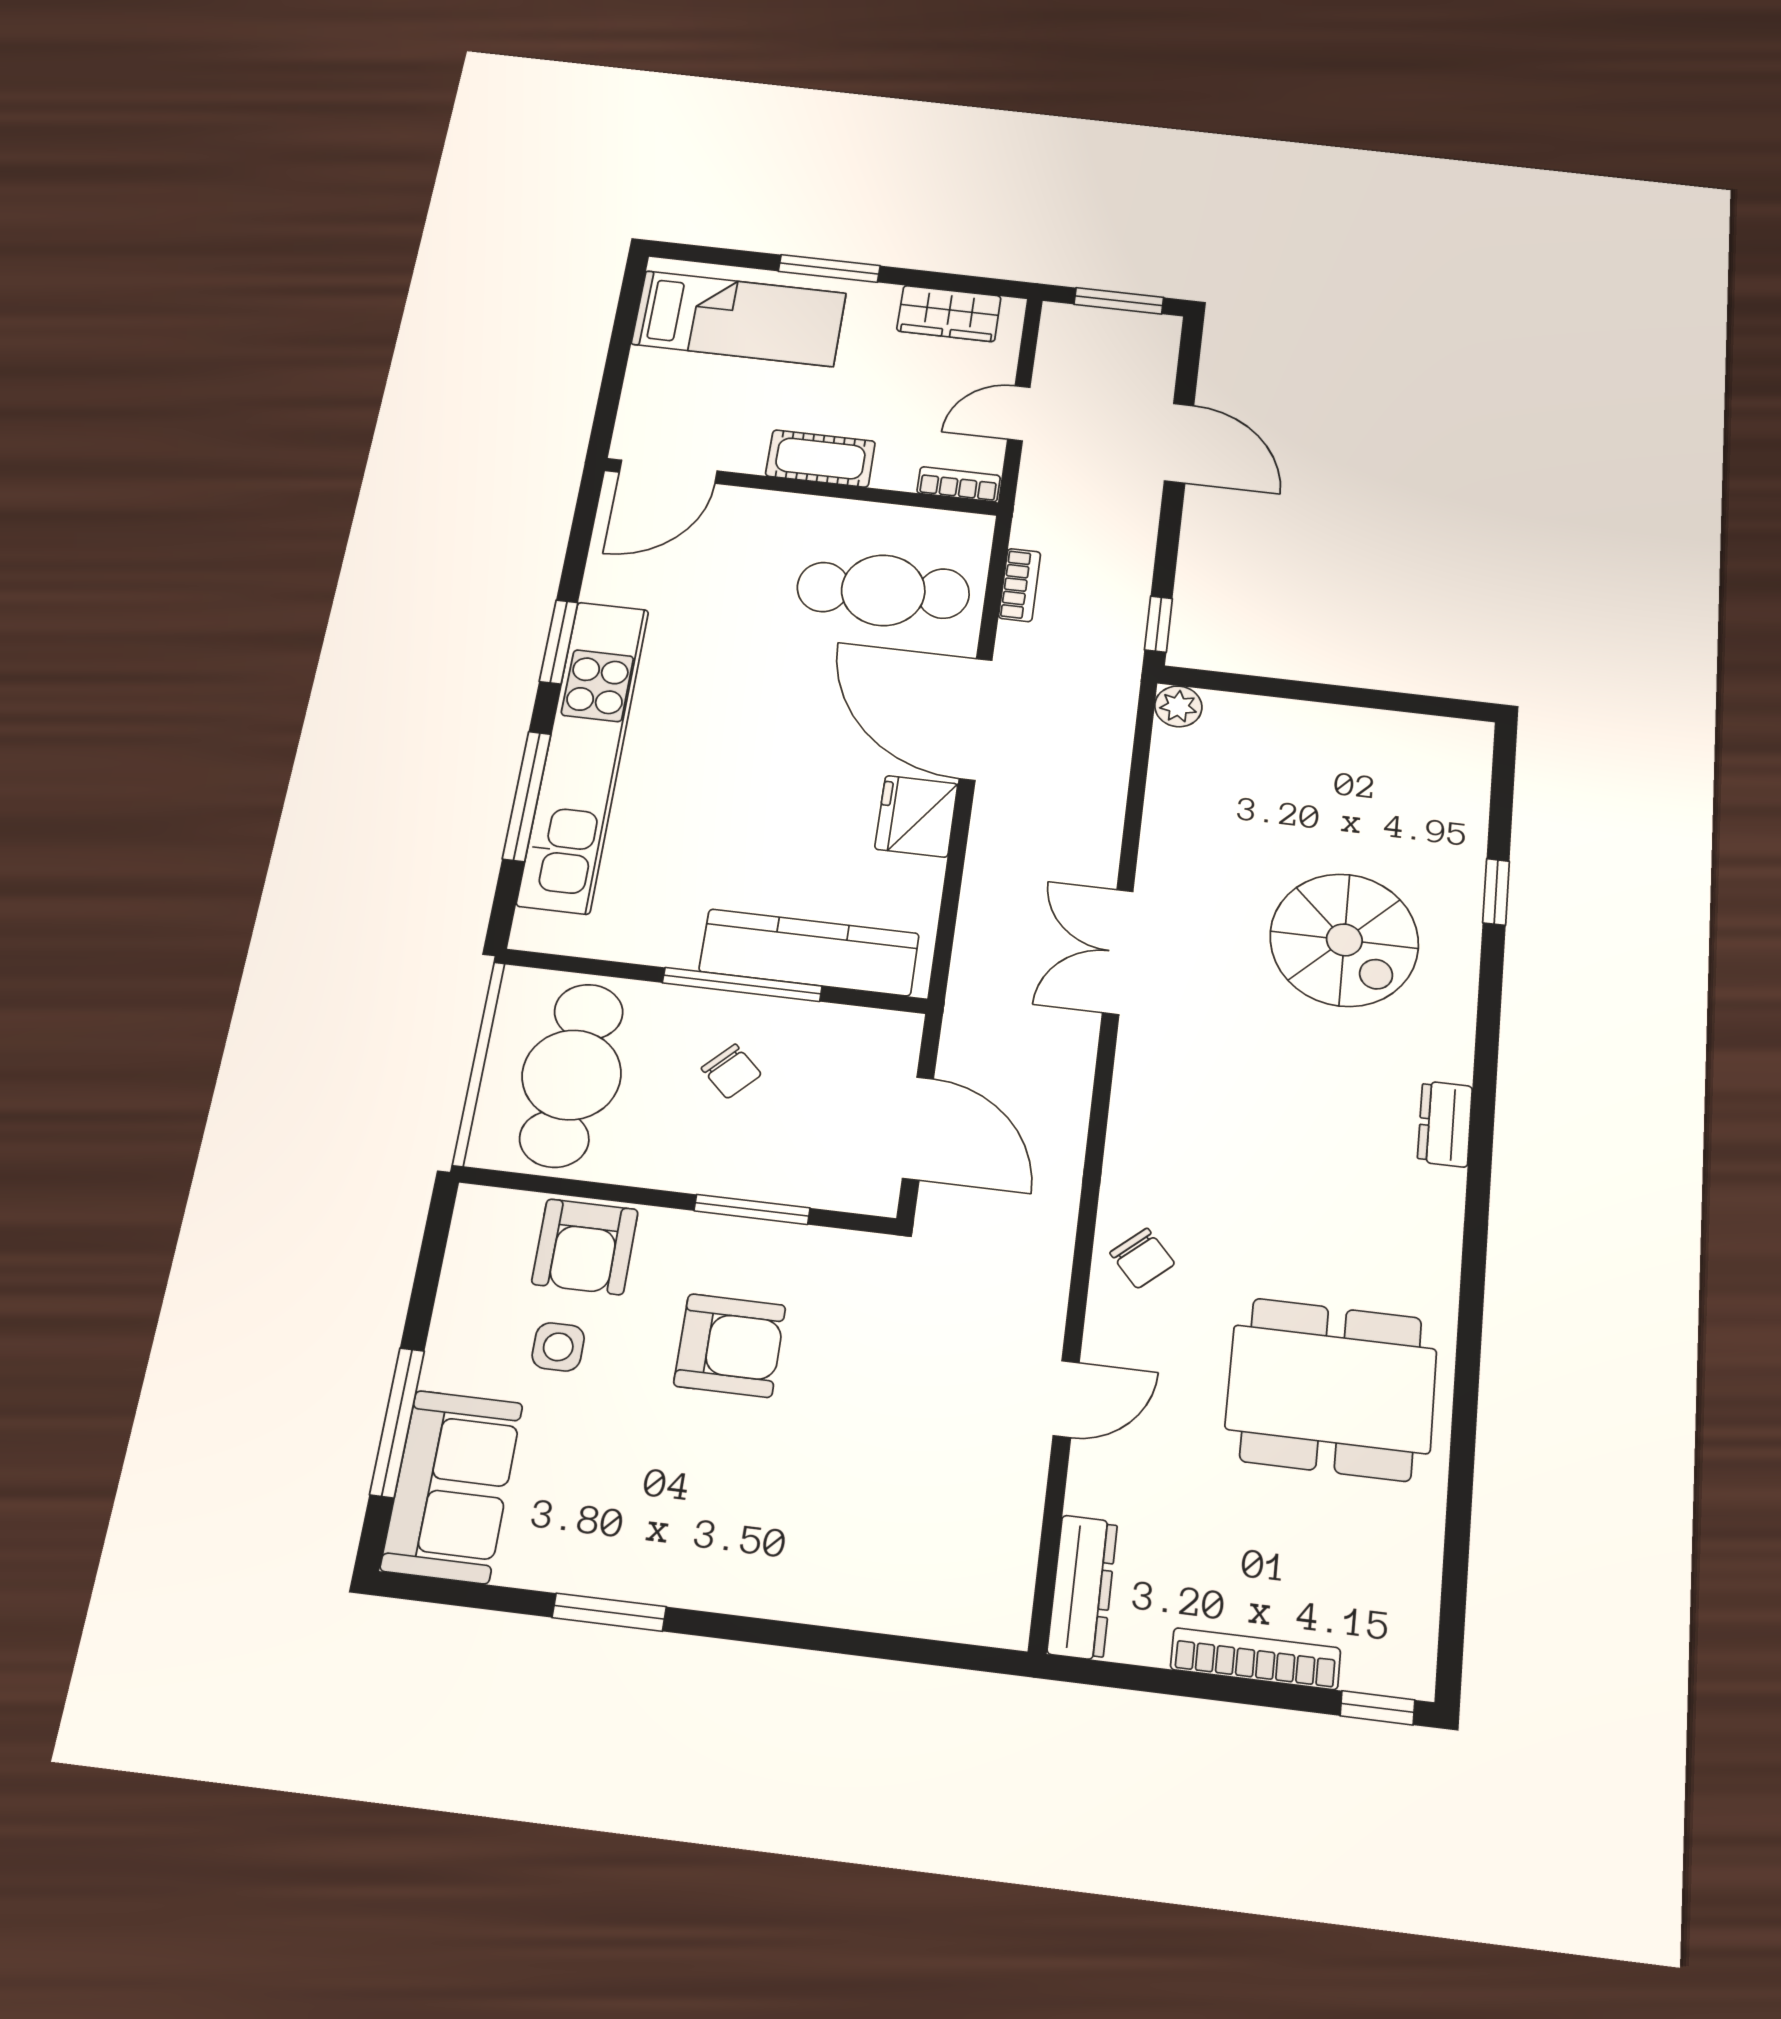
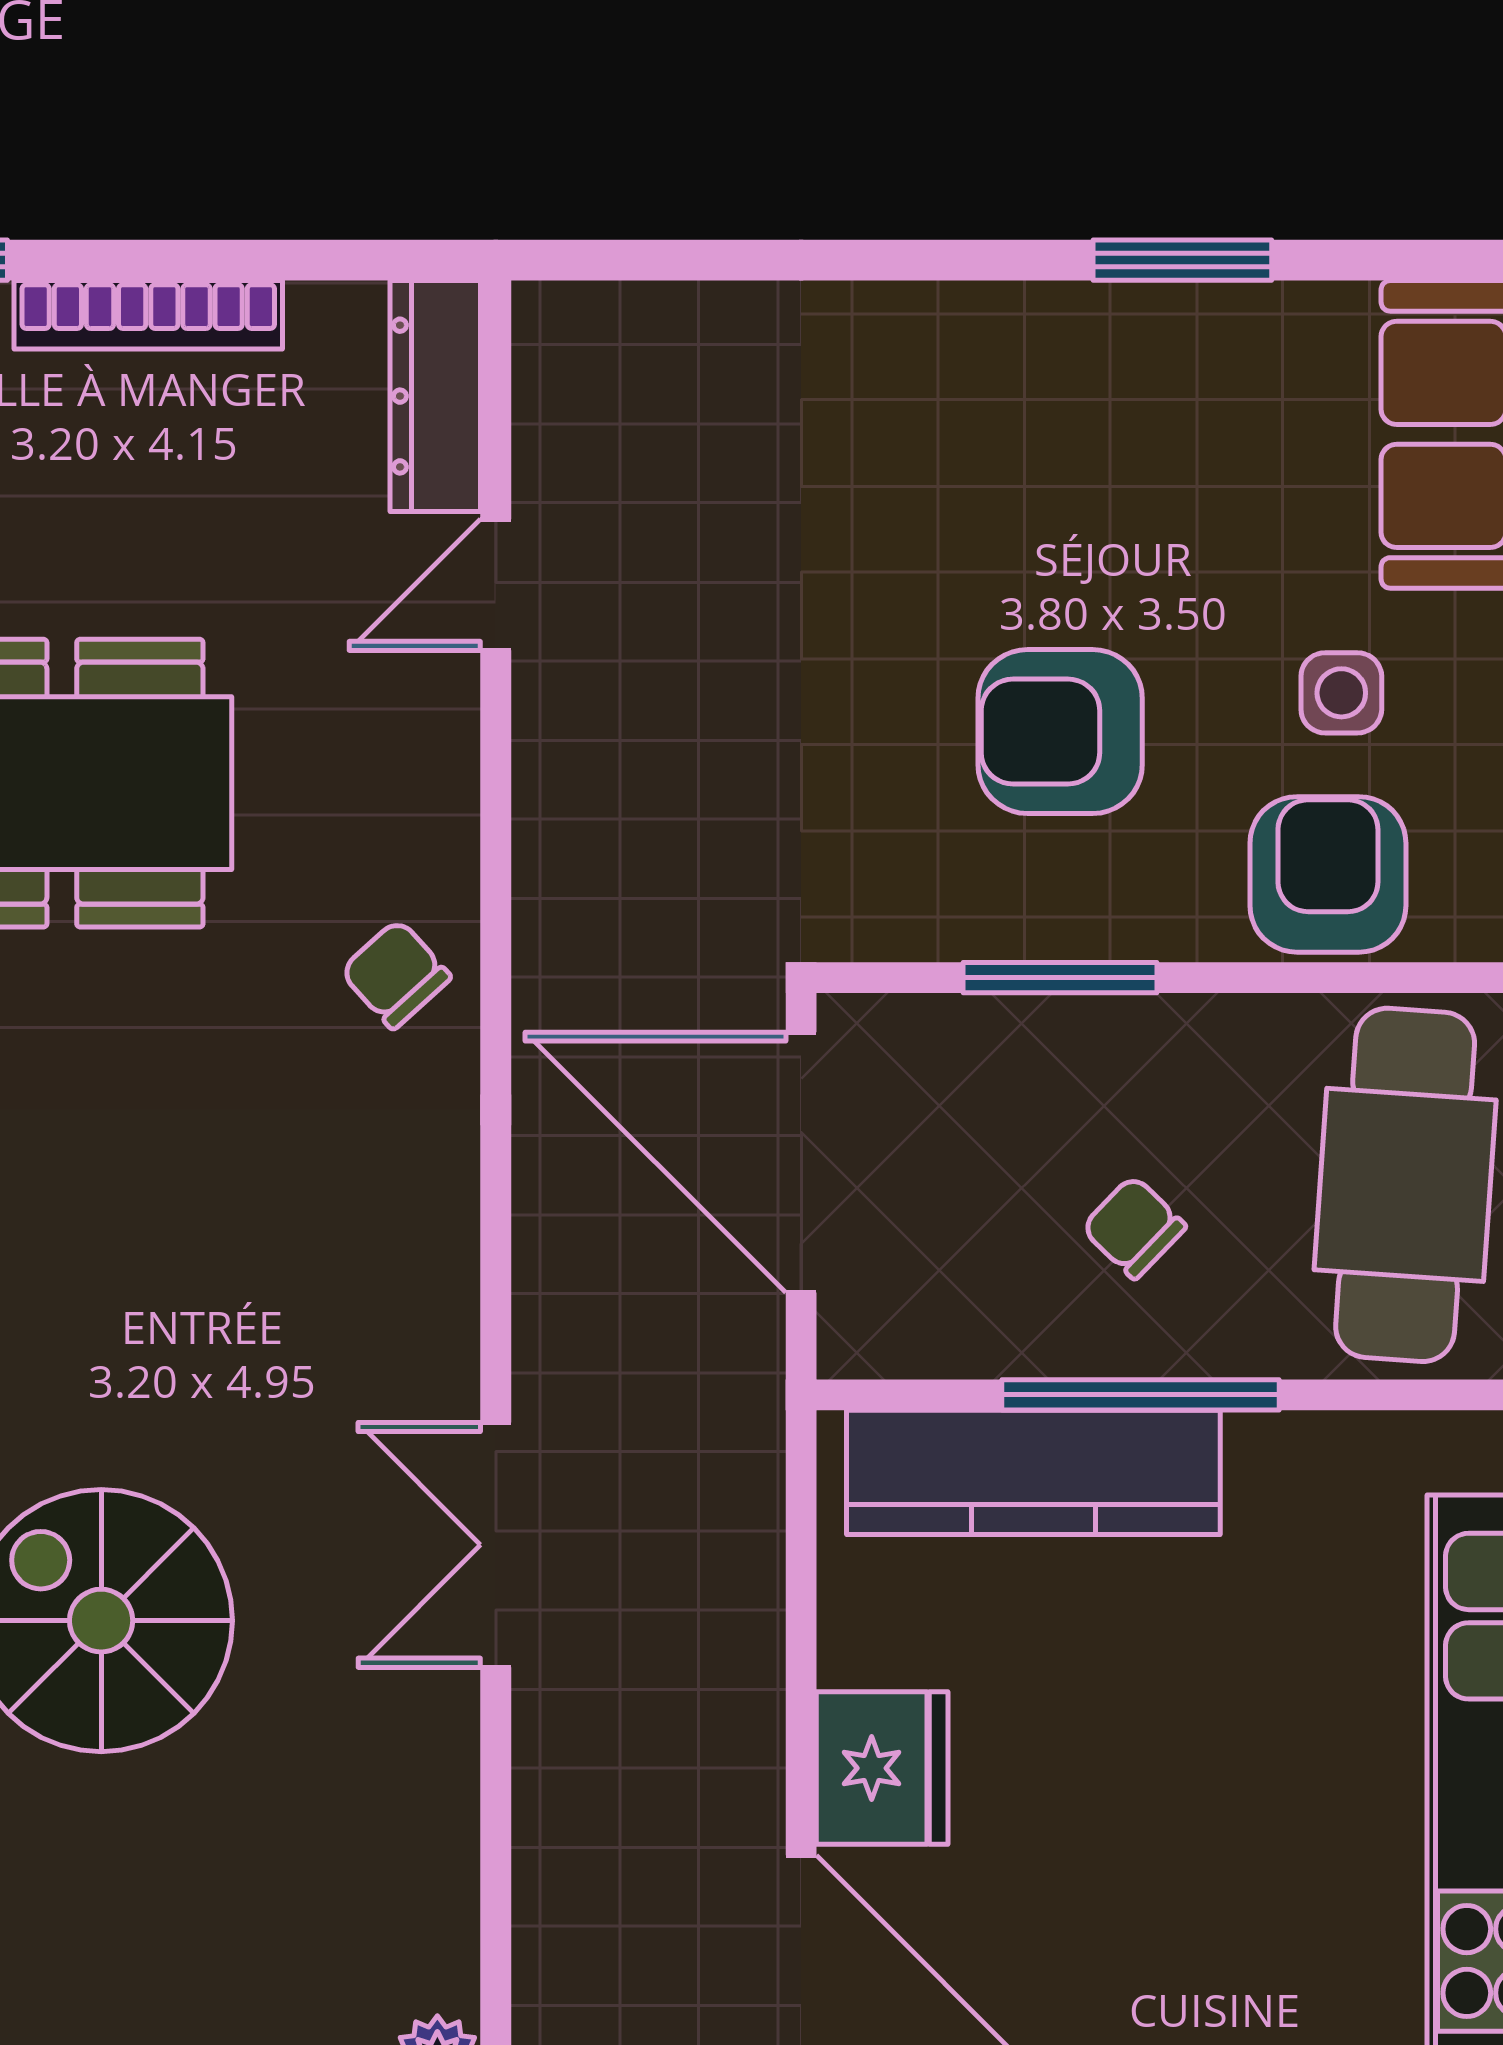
double door: (1118, 952) -> (496, 1545), swing flipped
door: (918, 1128) -> (801, 1162), width x1.36
door: (1066, 1399) -> (496, 585), moved

